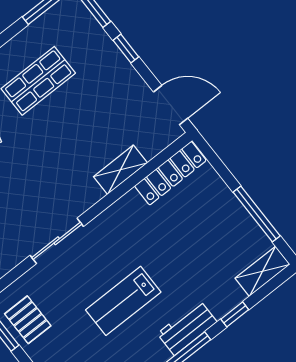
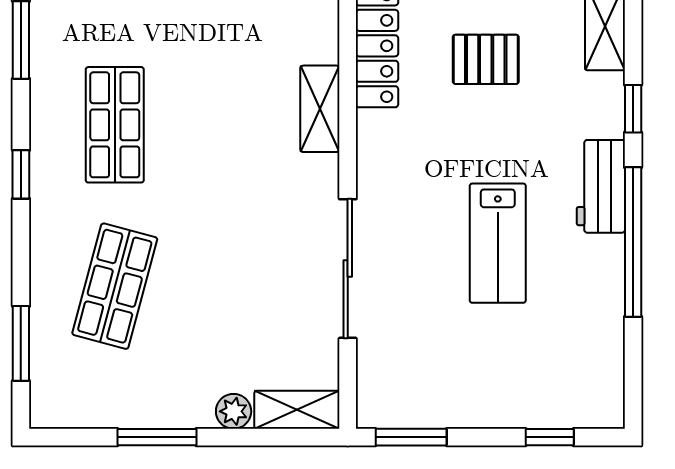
sliding door: (57, 241) -> (348, 269), width x1.37
pallet: (28, 320) -> (486, 59), moved

